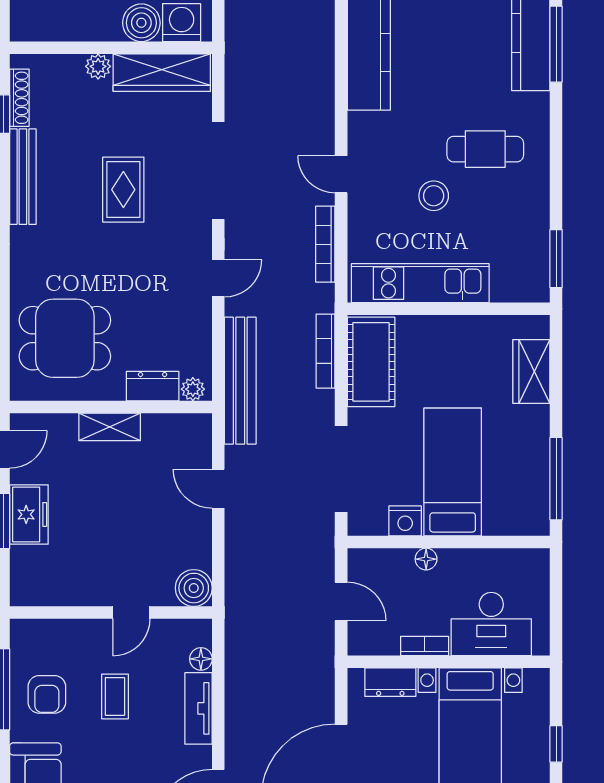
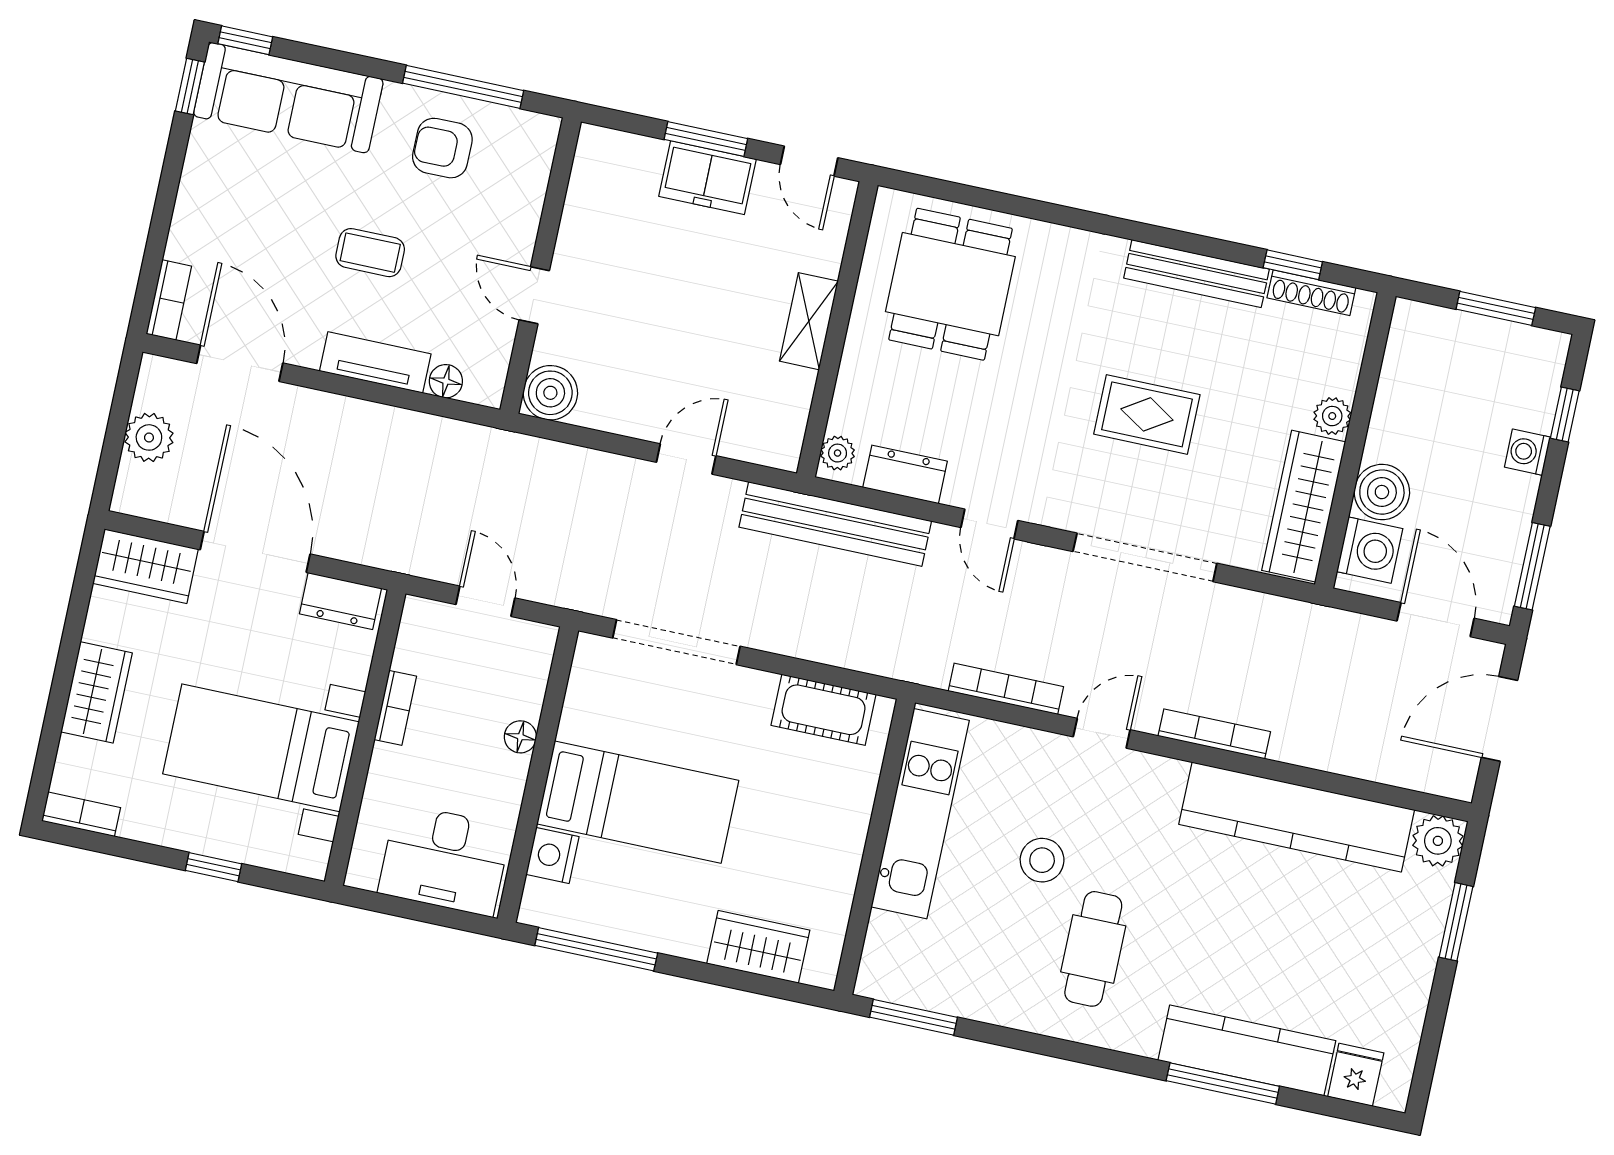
bookcase: (326, 351) -> (1214, 734), moved
cot: (371, 362) -> (824, 710), width x0.73, depth x0.75
dresser: (153, 386) -> (905, 474), moved, turned -90
nightstand: (405, 521) -> (552, 856), moved
door: (341, 601) -> (485, 601), swing flipped
desk: (491, 624) -> (445, 860), moved, turned -90
dresser: (390, 682) -> (340, 601), moved, turned -90
coffee table: (115, 696) -> (370, 253), moved

